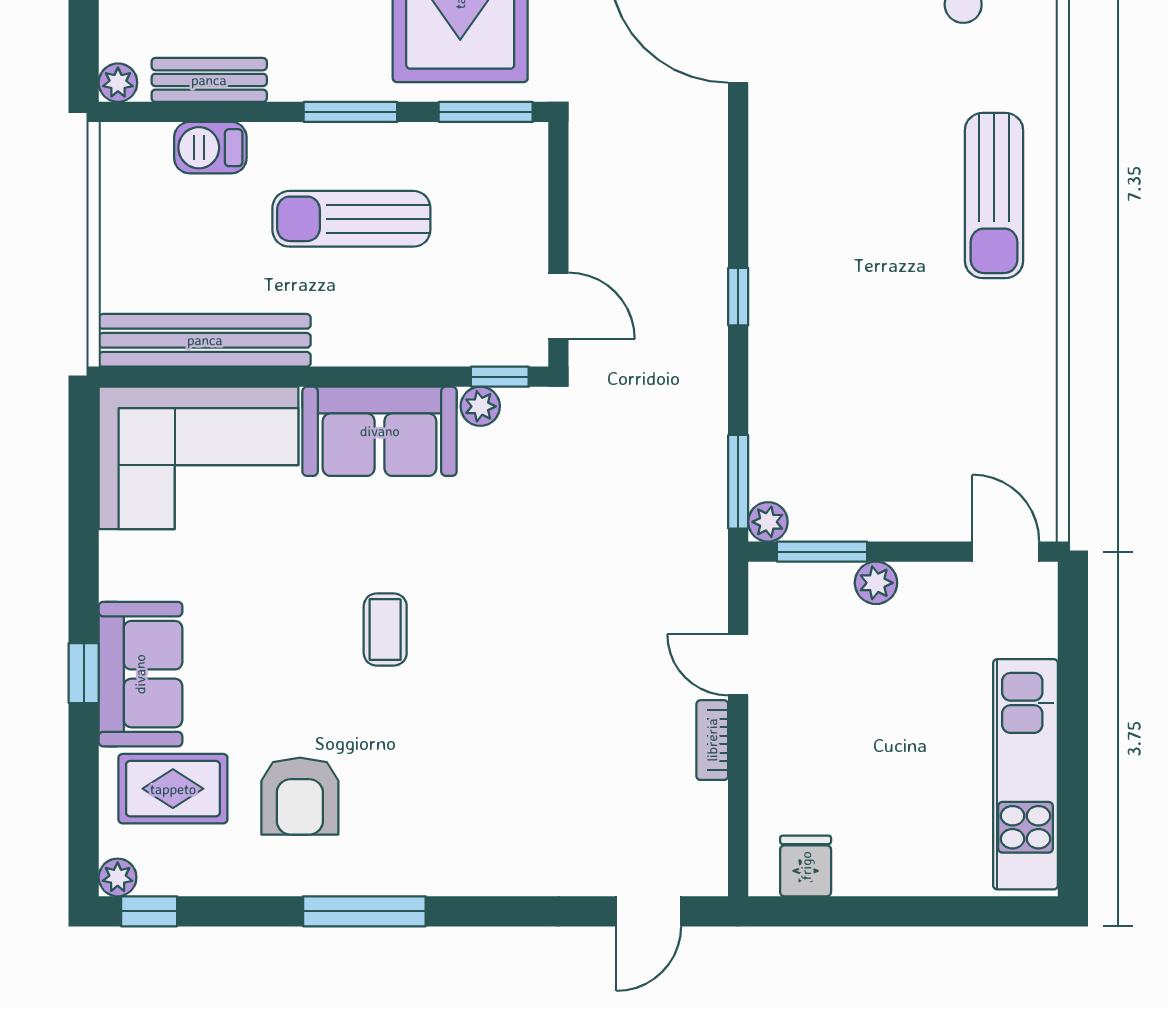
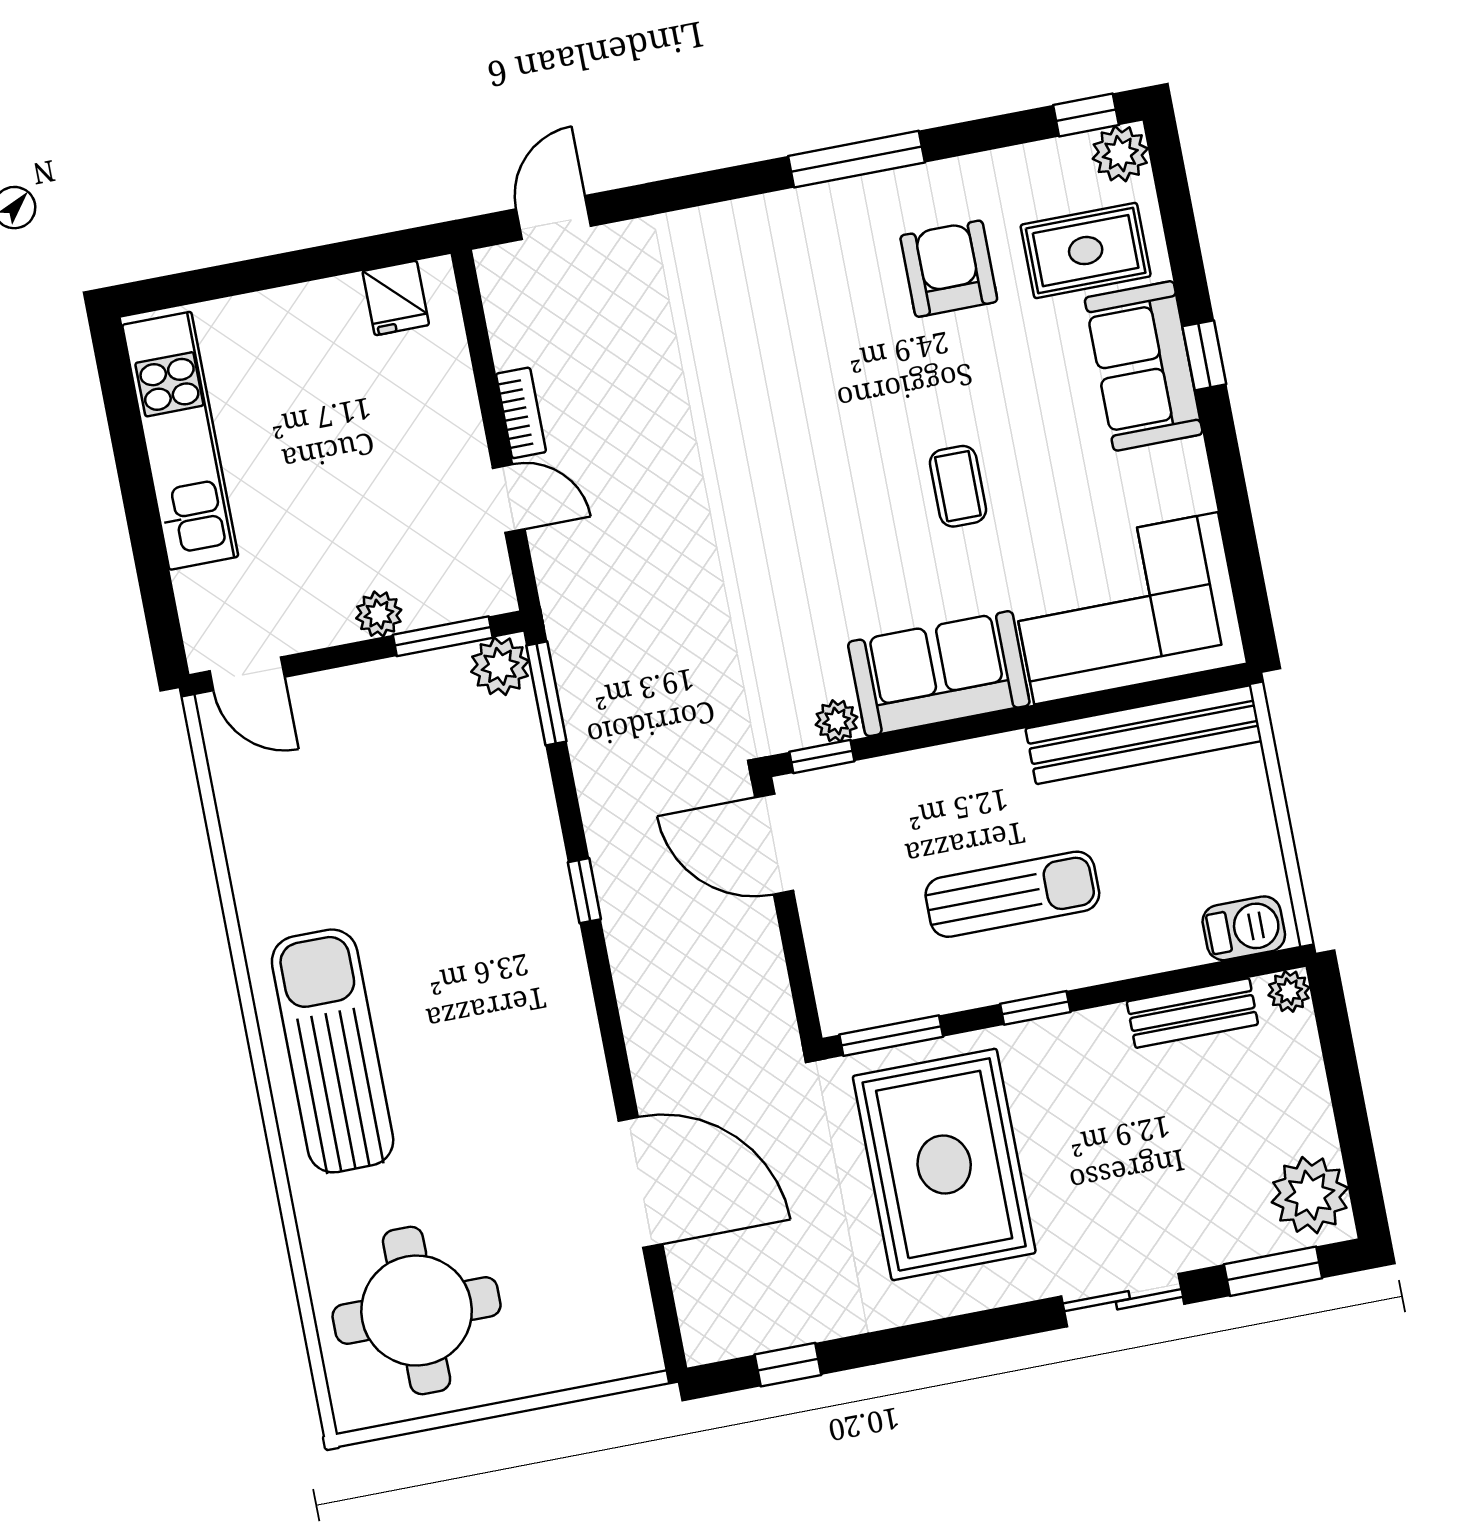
window: (350, 112) -> (1035, 1008), width x0.67
barbecue: (210, 148) -> (1244, 928), moved
sun lounger: (994, 195) -> (333, 1051), width x1.36, depth x1.34
door: (558, 306) -> (774, 844), width x1.38
plant: (768, 522) -> (500, 666), width x1.38, depth x1.38
coffee table: (385, 630) -> (958, 486), moved
plant: (118, 877) -> (1120, 154), width x1.38, depth x1.38

